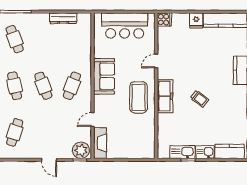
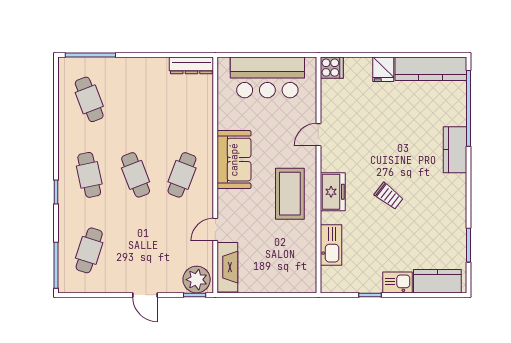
dresser: (63, 18) -> (191, 65), moved
freezer: (165, 96) -> (333, 192), width x0.71
kitchen sink: (182, 152) -> (331, 245), moved, turned 90

